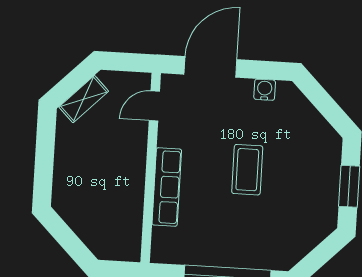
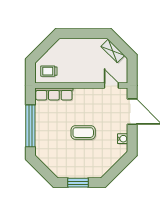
row of seats: (167, 187) -> (54, 94), moved
trolley: (117, 232) -> (49, 71), added

